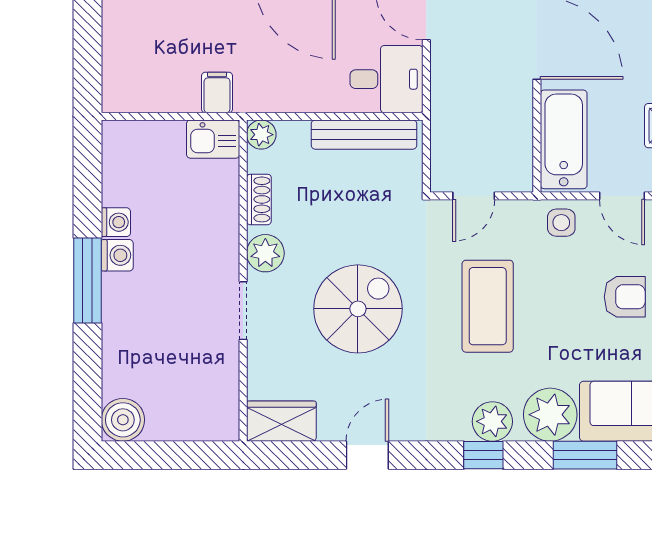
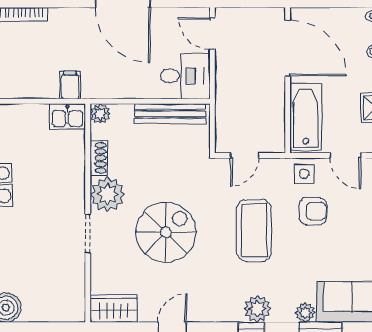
plant: (265, 253) -> (108, 194), width x1.36, depth x1.36
armchair: (625, 297) -> (313, 211), moved
plant: (550, 415) -> (305, 313), width x0.53, depth x0.53

